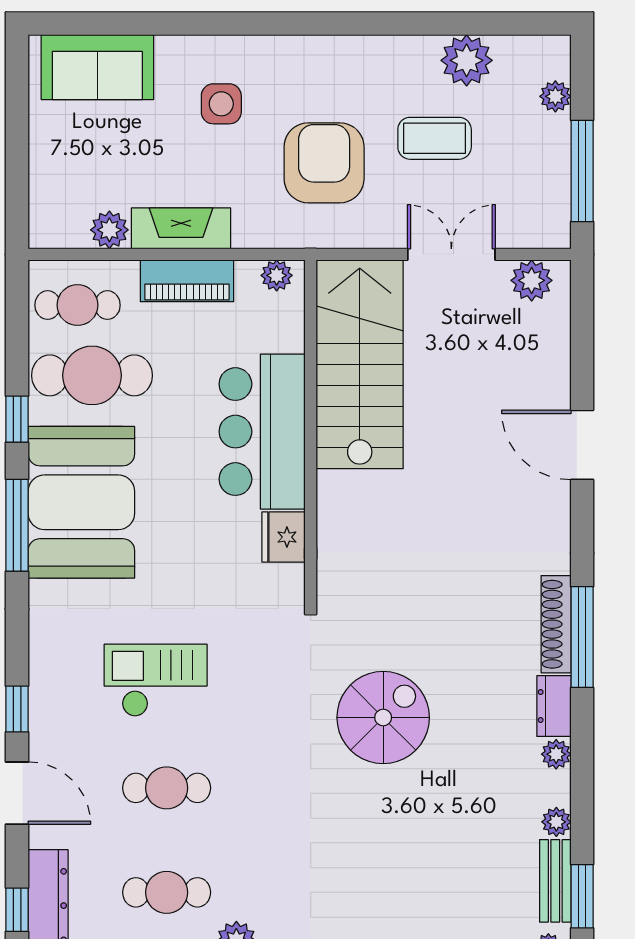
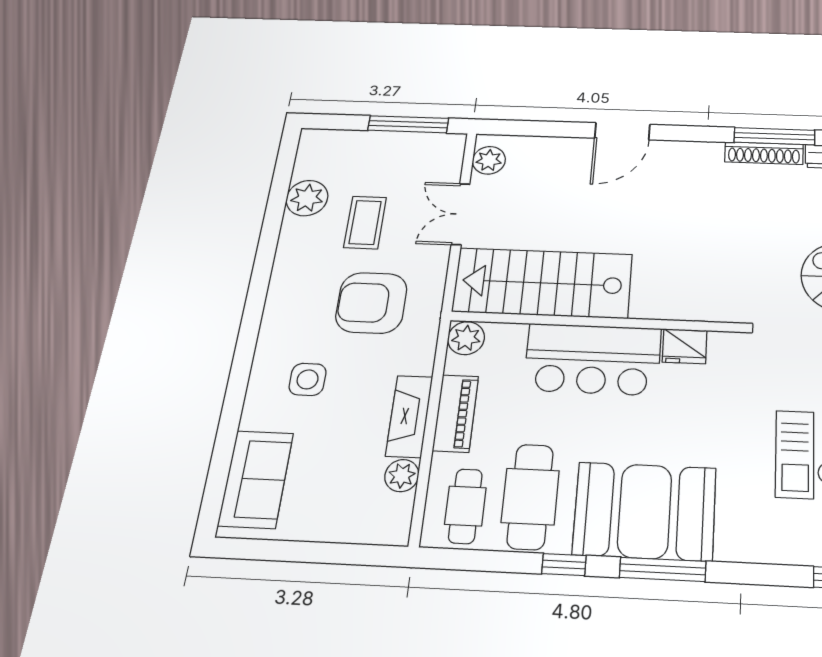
plant: (555, 96) -> (347, 140), removed
plant: (277, 275) -> (466, 338), width x1.38, depth x1.38

